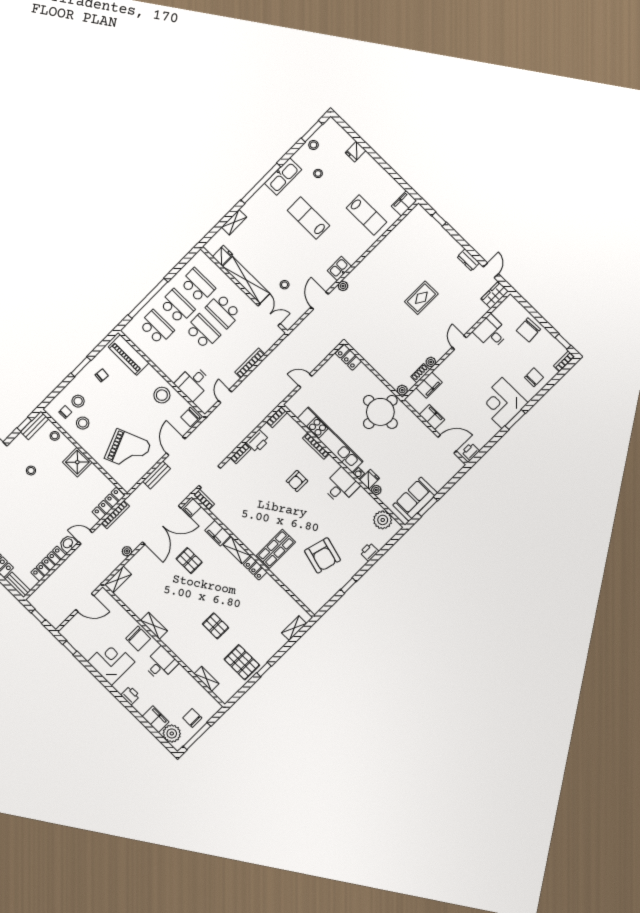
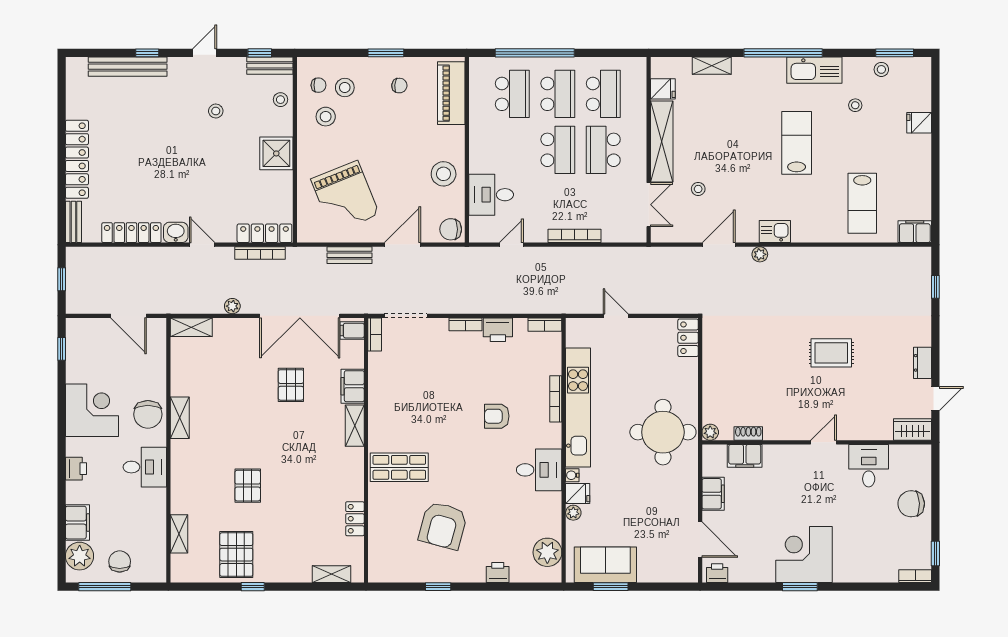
plant: (431, 362) -> (772, 433), removed
chair: (534, 377) -> (866, 561), removed
locker: (255, 568) -> (355, 519), moved

